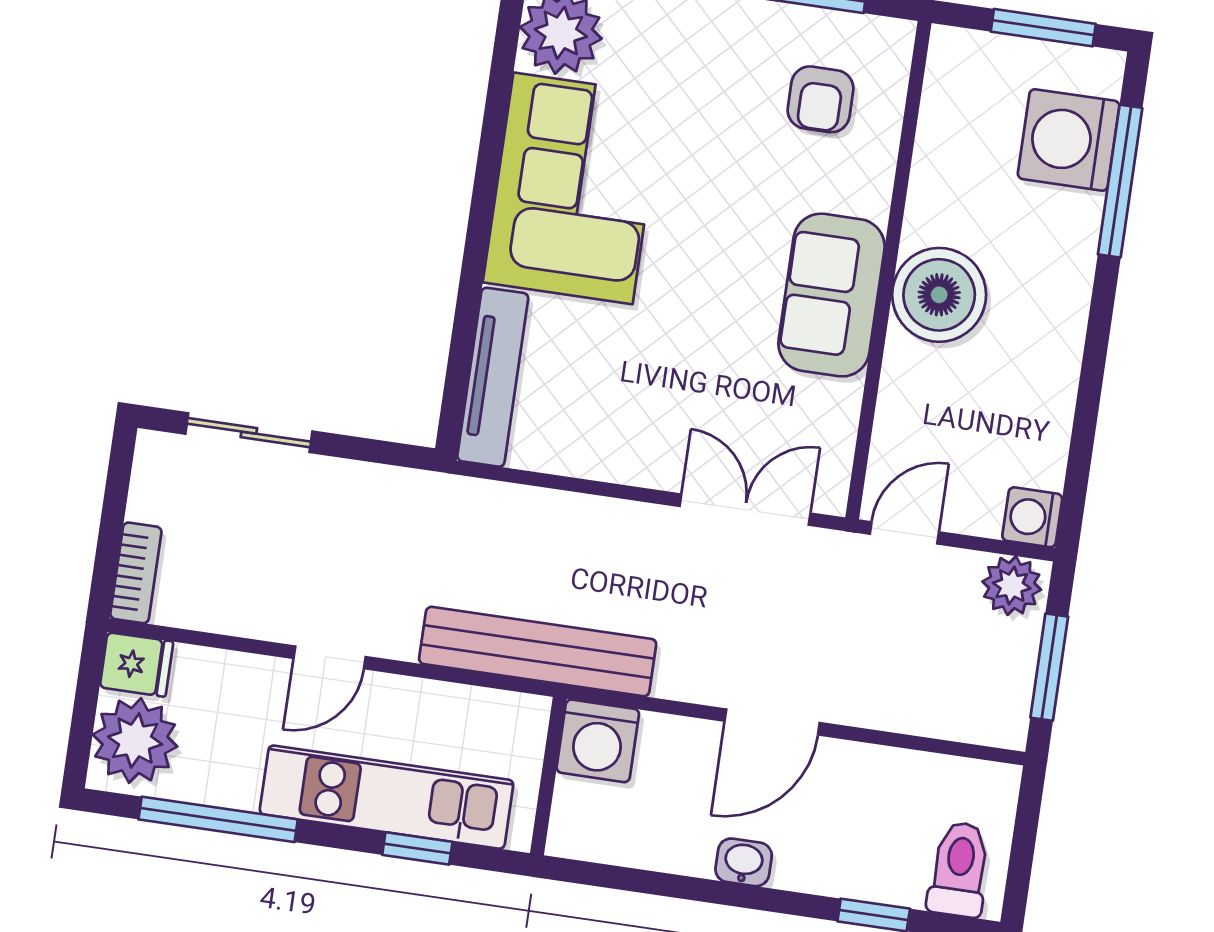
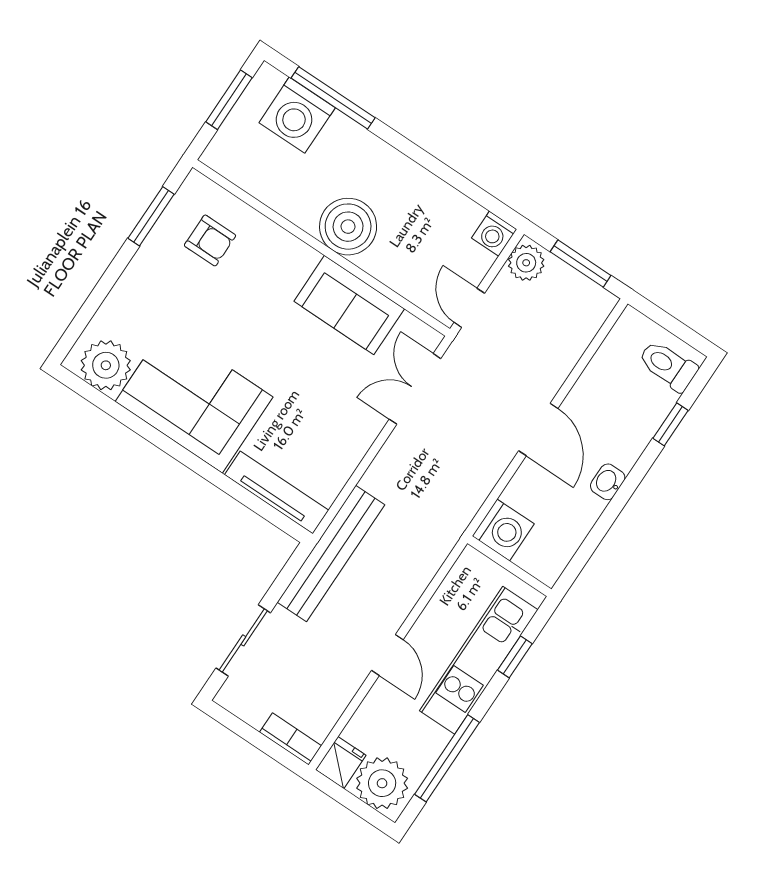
sofa: (831, 295) -> (349, 305), moved
bench: (538, 652) -> (331, 553), moved

